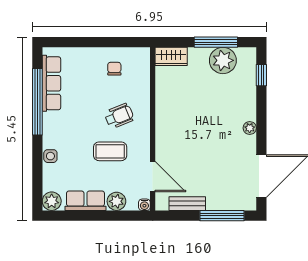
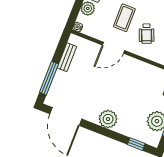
plant: (250, 128) -> (108, 119), width x1.88, depth x1.88
door: (153, 177) -> (113, 48), moved

